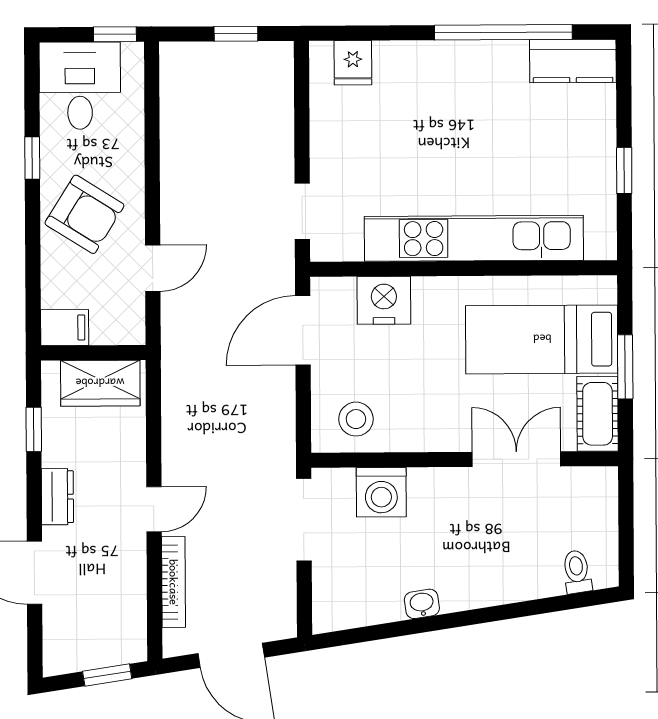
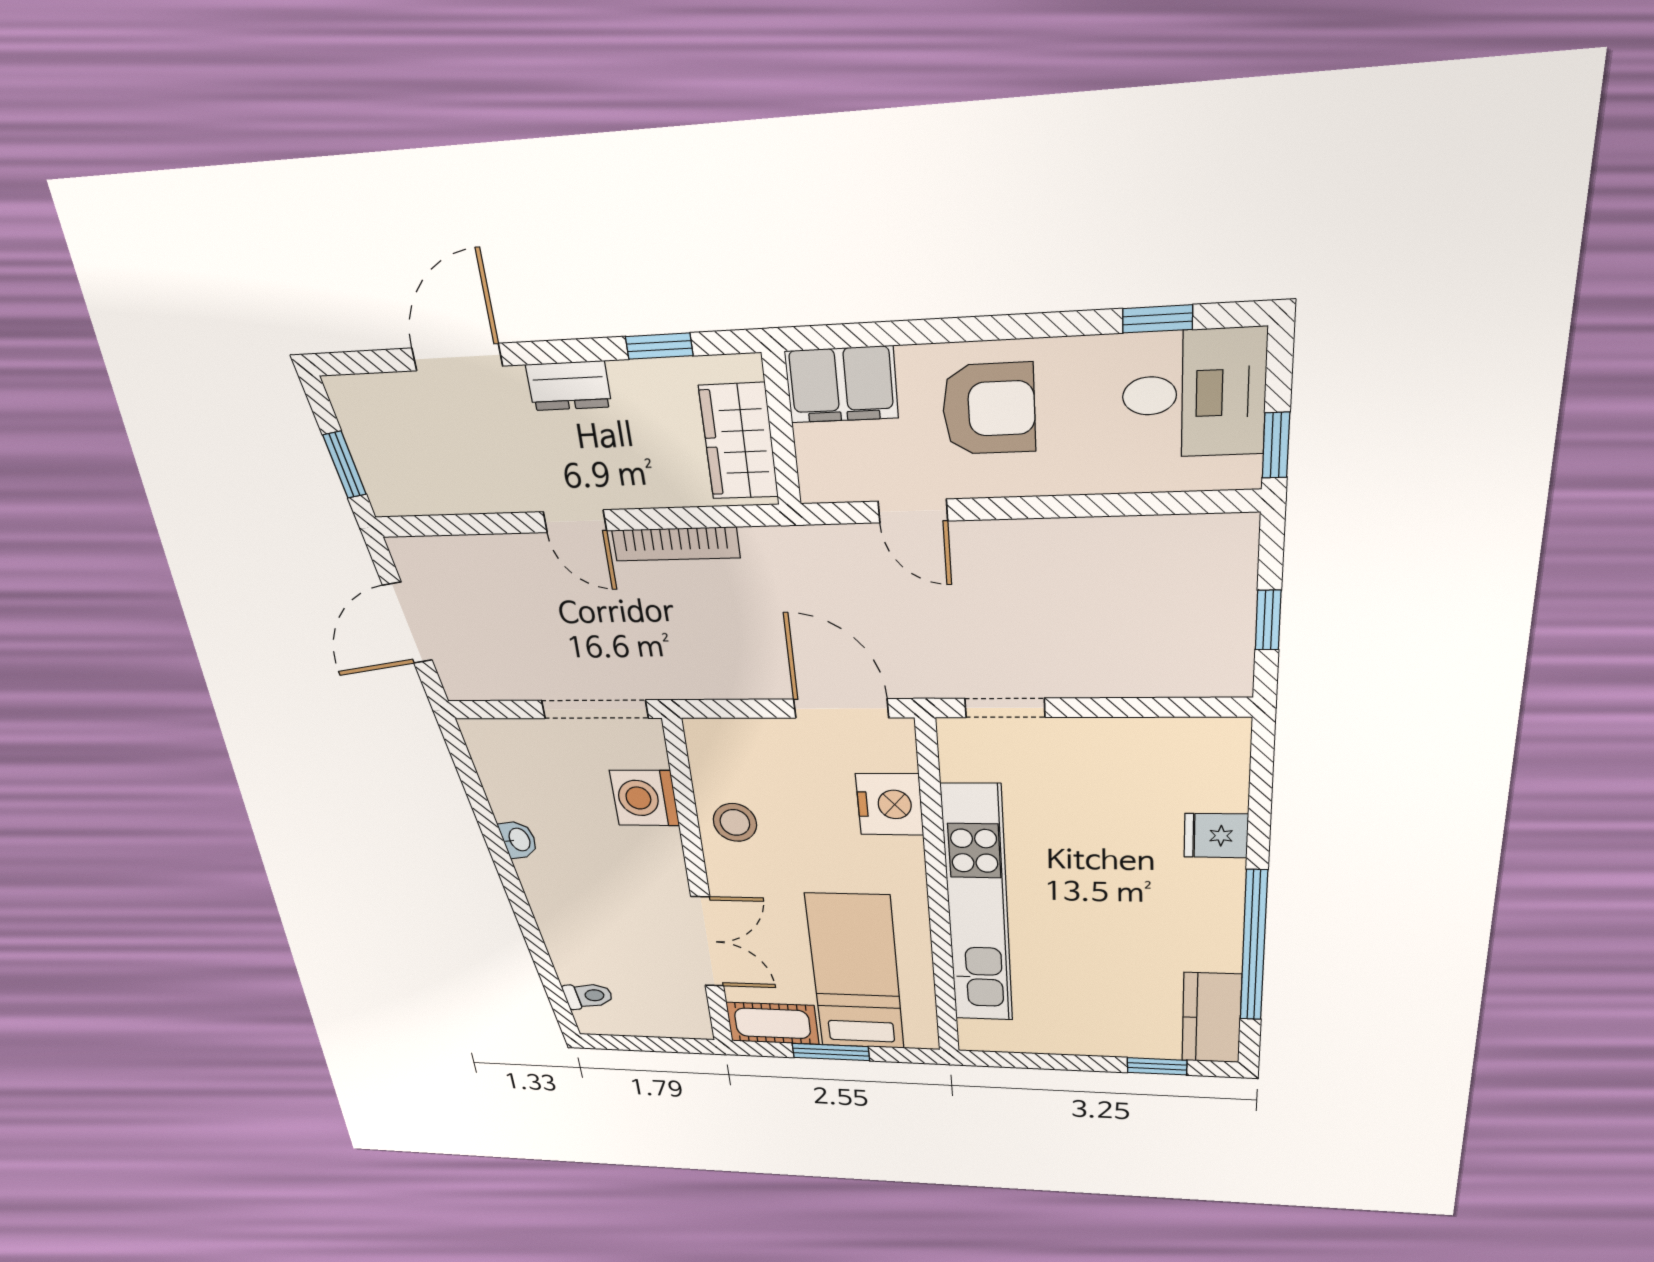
fridge: (353, 63) -> (1216, 836), moved
window: (32, 158) -> (1158, 319), moved
window: (624, 171) -> (1157, 1066), moved
armchair: (84, 214) -> (989, 409), turned -122
filing cabinet: (65, 328) -> (841, 385), width x2.00
stool: (356, 419) -> (735, 822), moved
bookcase: (174, 582) -> (676, 544), moved

